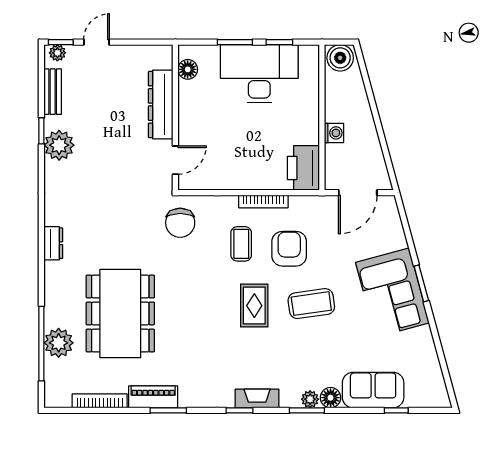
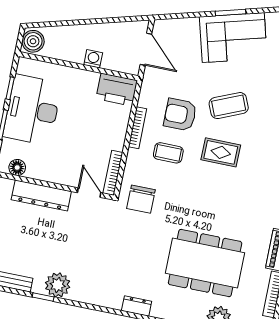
bookcase: (204, 183) -> (113, 173), added
chair: (180, 223) -> (141, 199), turned 90
coffee table: (311, 304) -> (229, 106), turned 75

